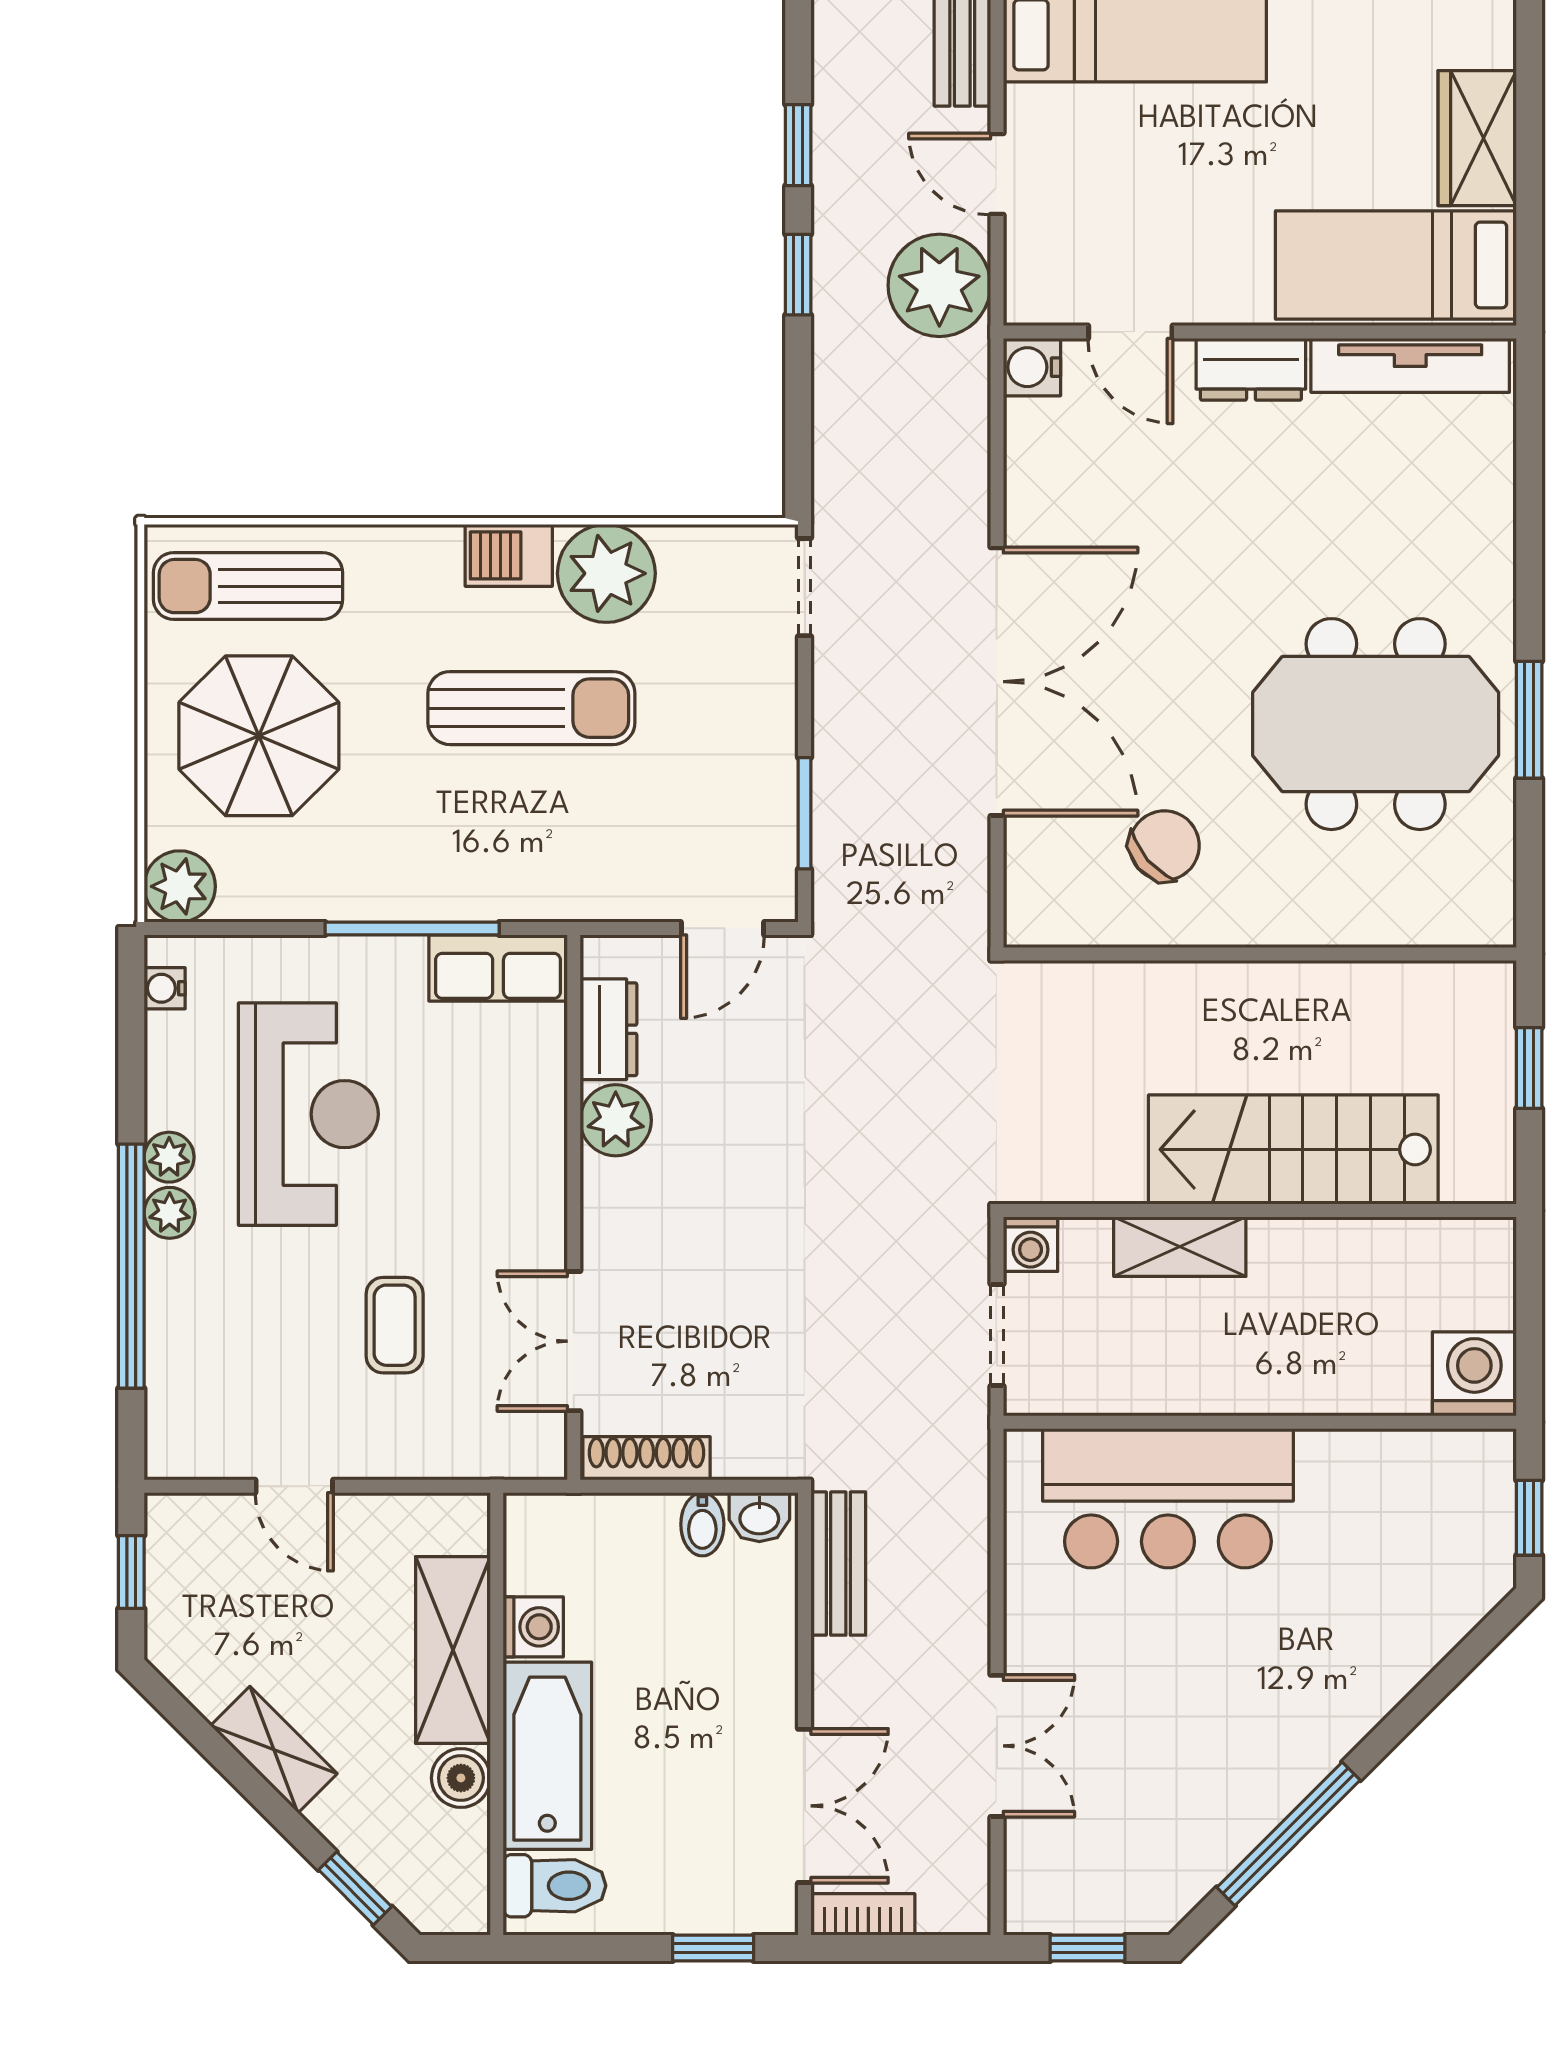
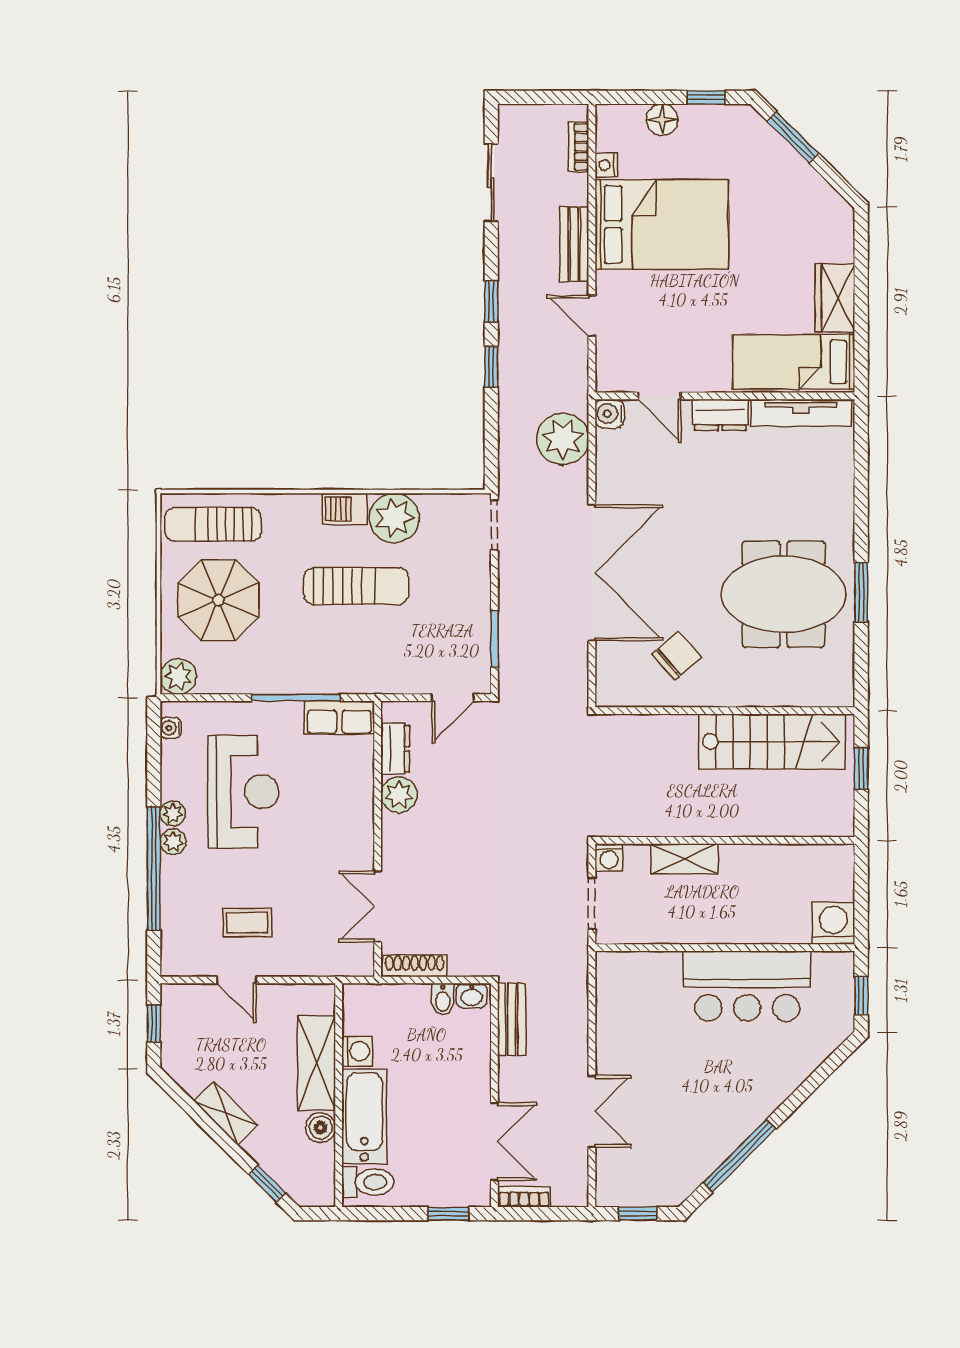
plant: (939, 285) -> (563, 439), moved
stairs: (1293, 1150) -> (772, 742), moved, turned 180
coffee table: (395, 1325) -> (247, 923), moved, turned 90
bar counter: (1168, 1498) -> (747, 986), moved

